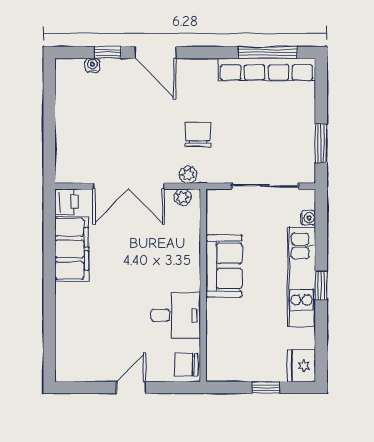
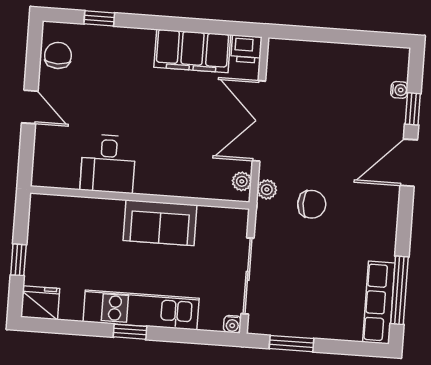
row of seats: (267, 70) -> (379, 303), width x0.73
water cooler: (308, 218) -> (232, 324), moved
window: (49, 332) -> (99, 18), added
chair: (186, 365) -> (58, 55), moved

